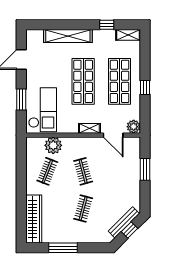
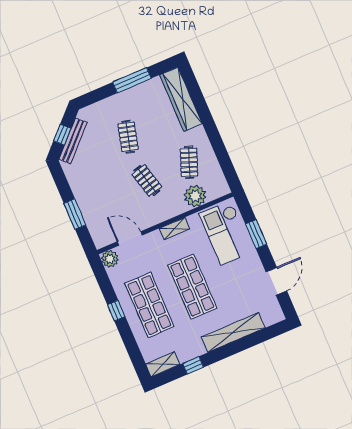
shelving: (89, 128) -> (174, 229), moved

